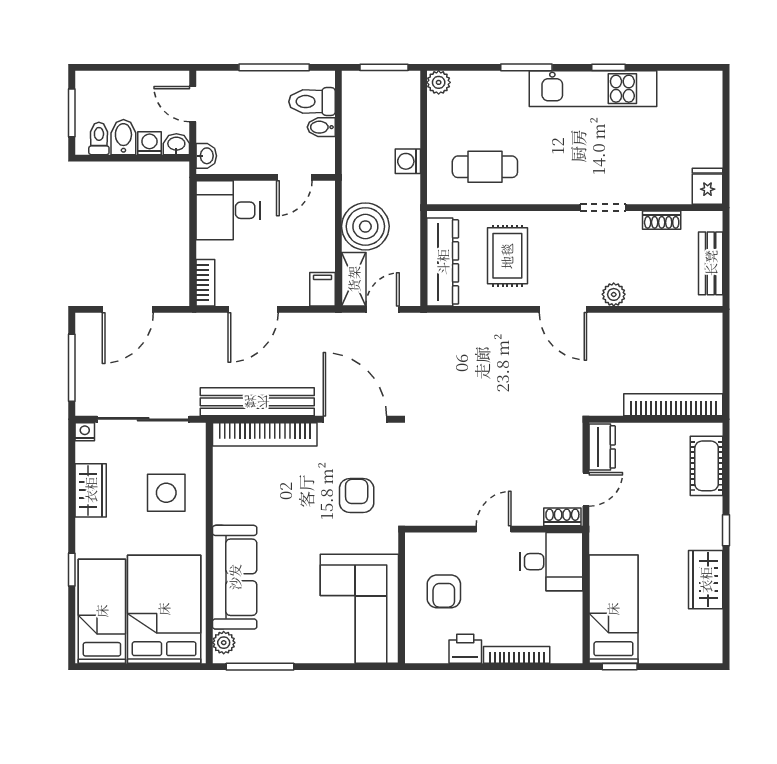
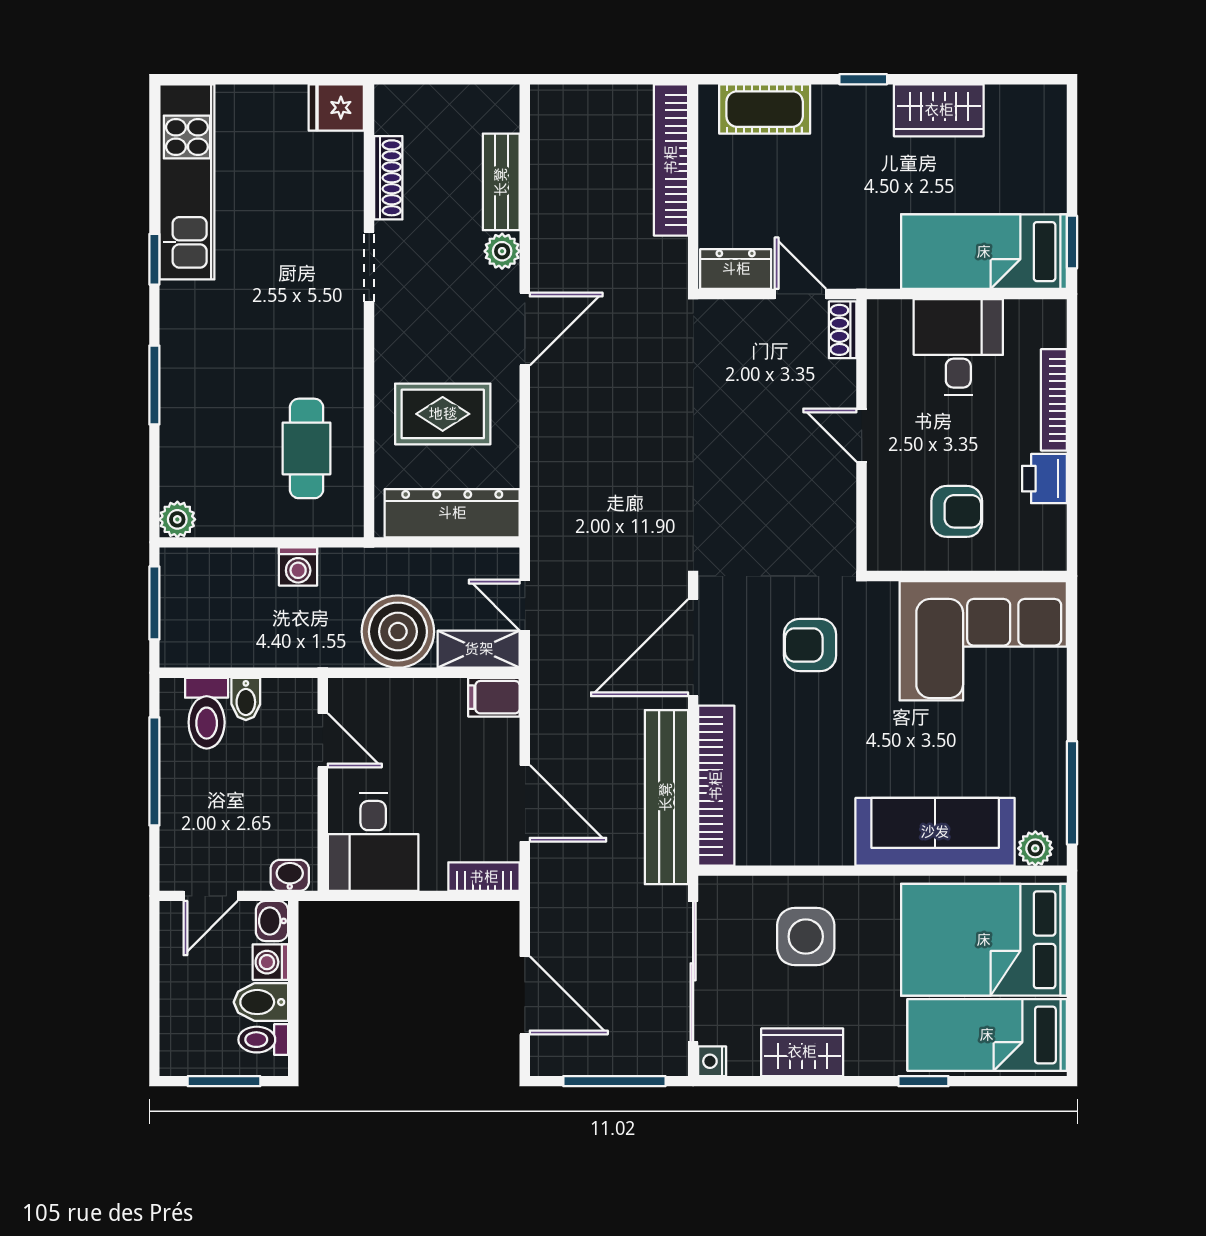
kitchen unit: (593, 89) -> (187, 182), moved
shoe rack: (662, 220) -> (388, 178), width x1.43
bench: (711, 263) -> (501, 182), moved, turned 90
desk: (551, 562) -> (958, 347), moved

